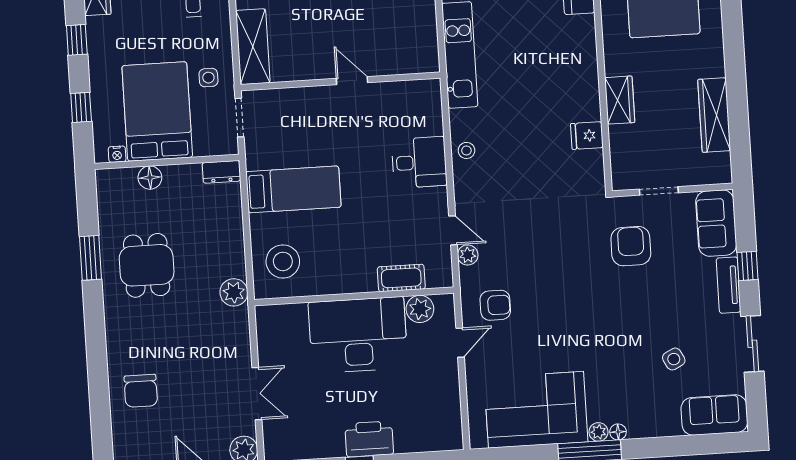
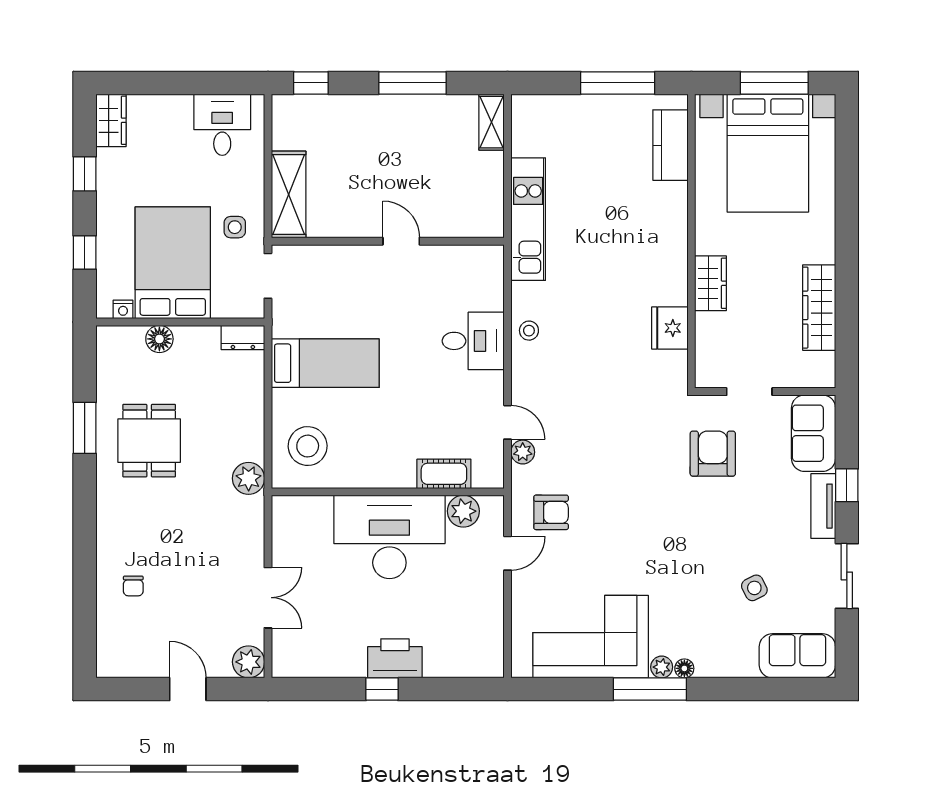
fridge: (587, 136) -> (670, 328), width x1.38
chair: (141, 391) -> (133, 586), width x0.54, depth x0.54

